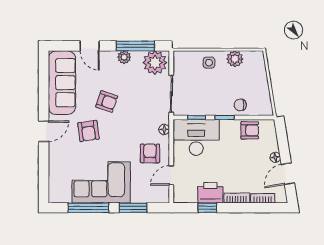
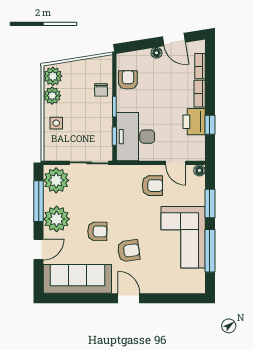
plant: (124, 57) -> (57, 219), width x1.88, depth x1.88
plant: (253, 59) -> (53, 76), added
armchair: (107, 101) -> (97, 231), turned 72
floor lamp: (164, 130) -> (199, 170), moved
armchair: (150, 153) -> (152, 186), turned 180

